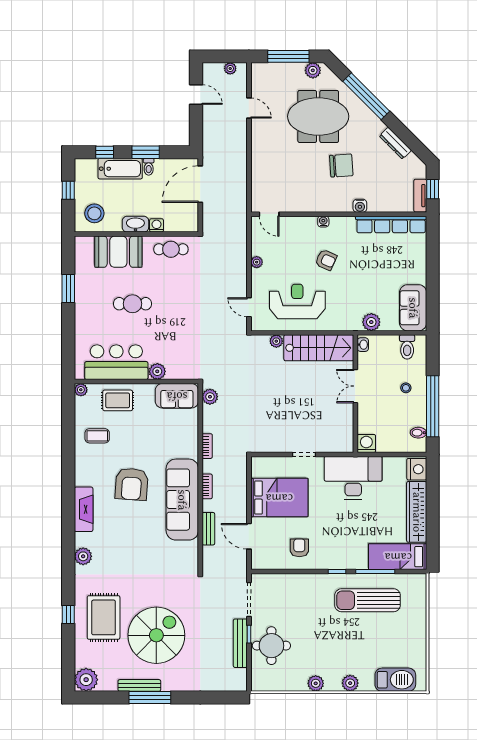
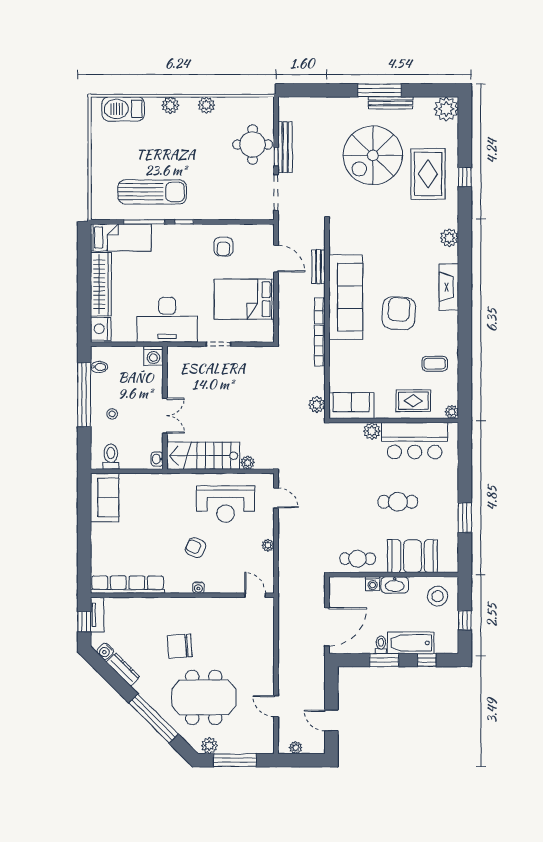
water cooler: (360, 206) -> (105, 651), moved, turned -135
plant: (371, 322) -> (148, 483), removed
bookcase: (207, 446) -> (320, 346), width x1.56

